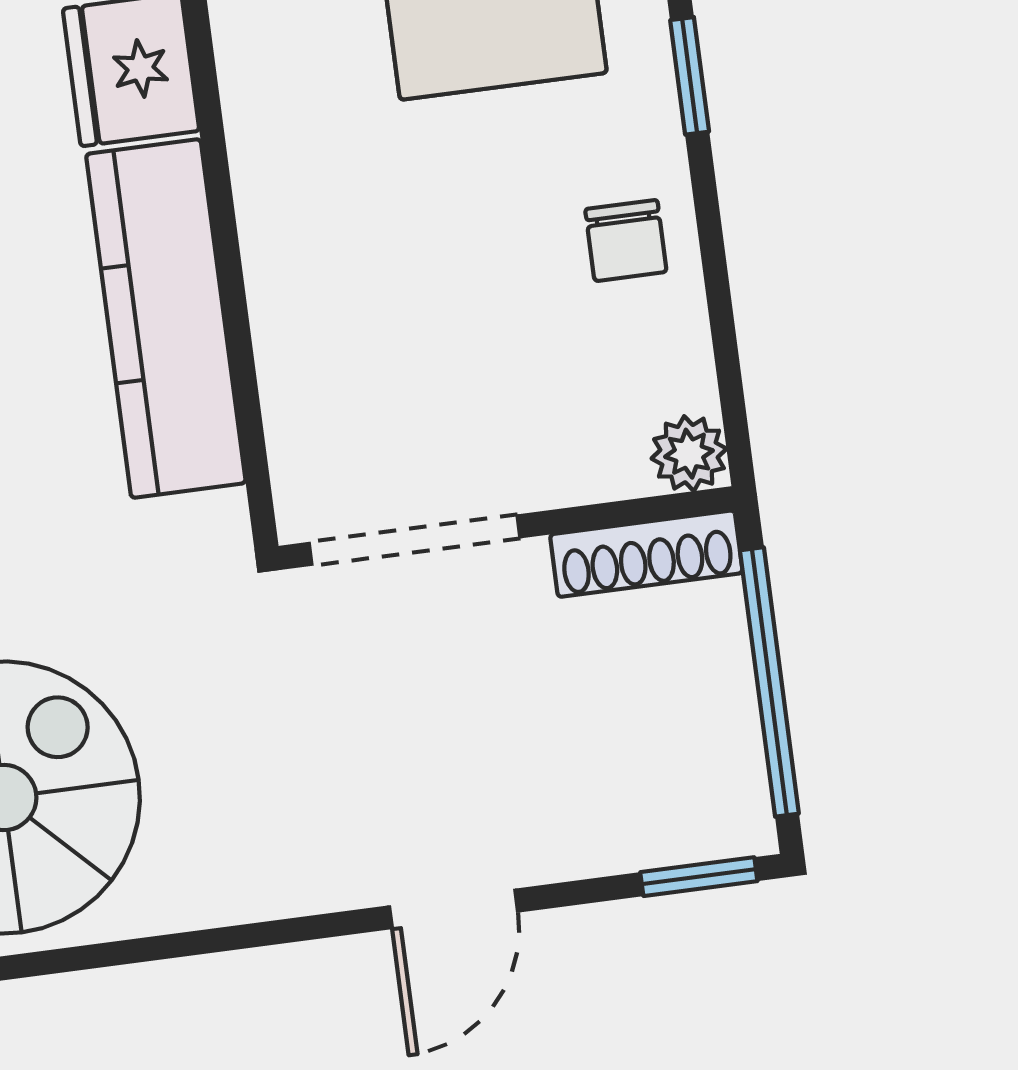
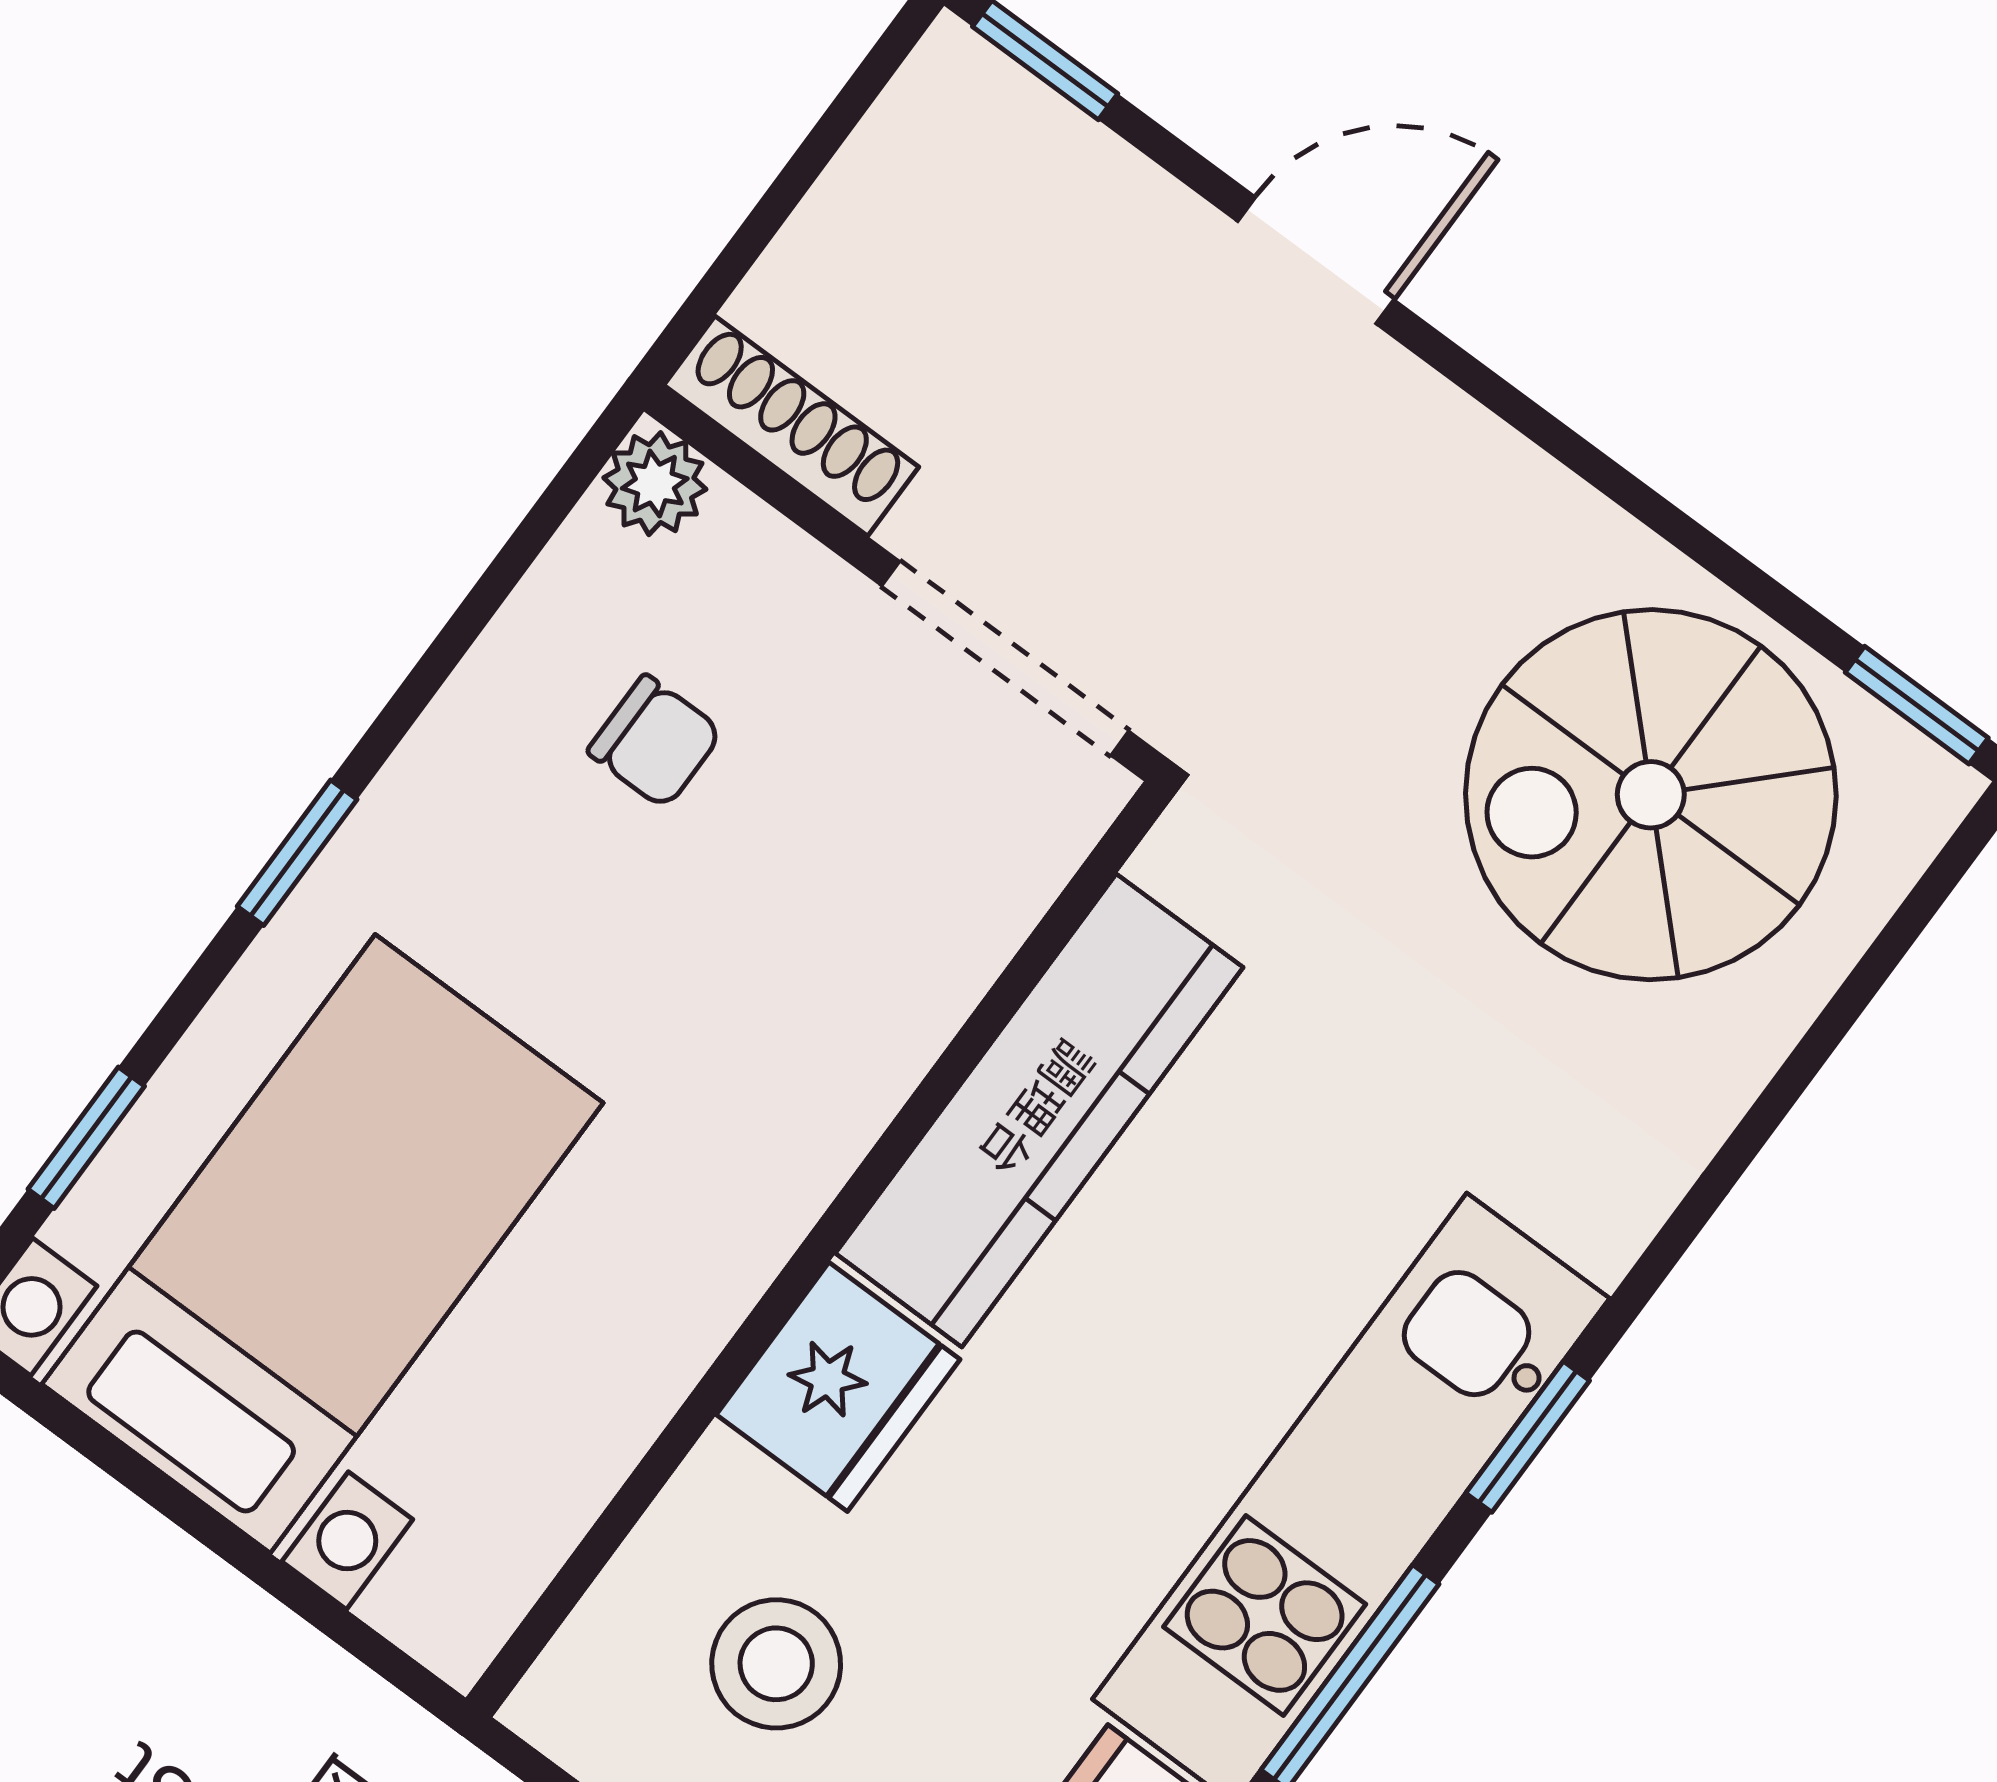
chair: (626, 240) -> (655, 742), moved, turned 90
window: (769, 682) -> (792, 184), removed

